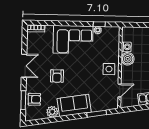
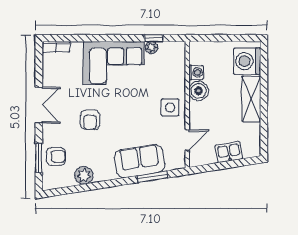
sofa: (74, 105) -> (140, 161), moved

